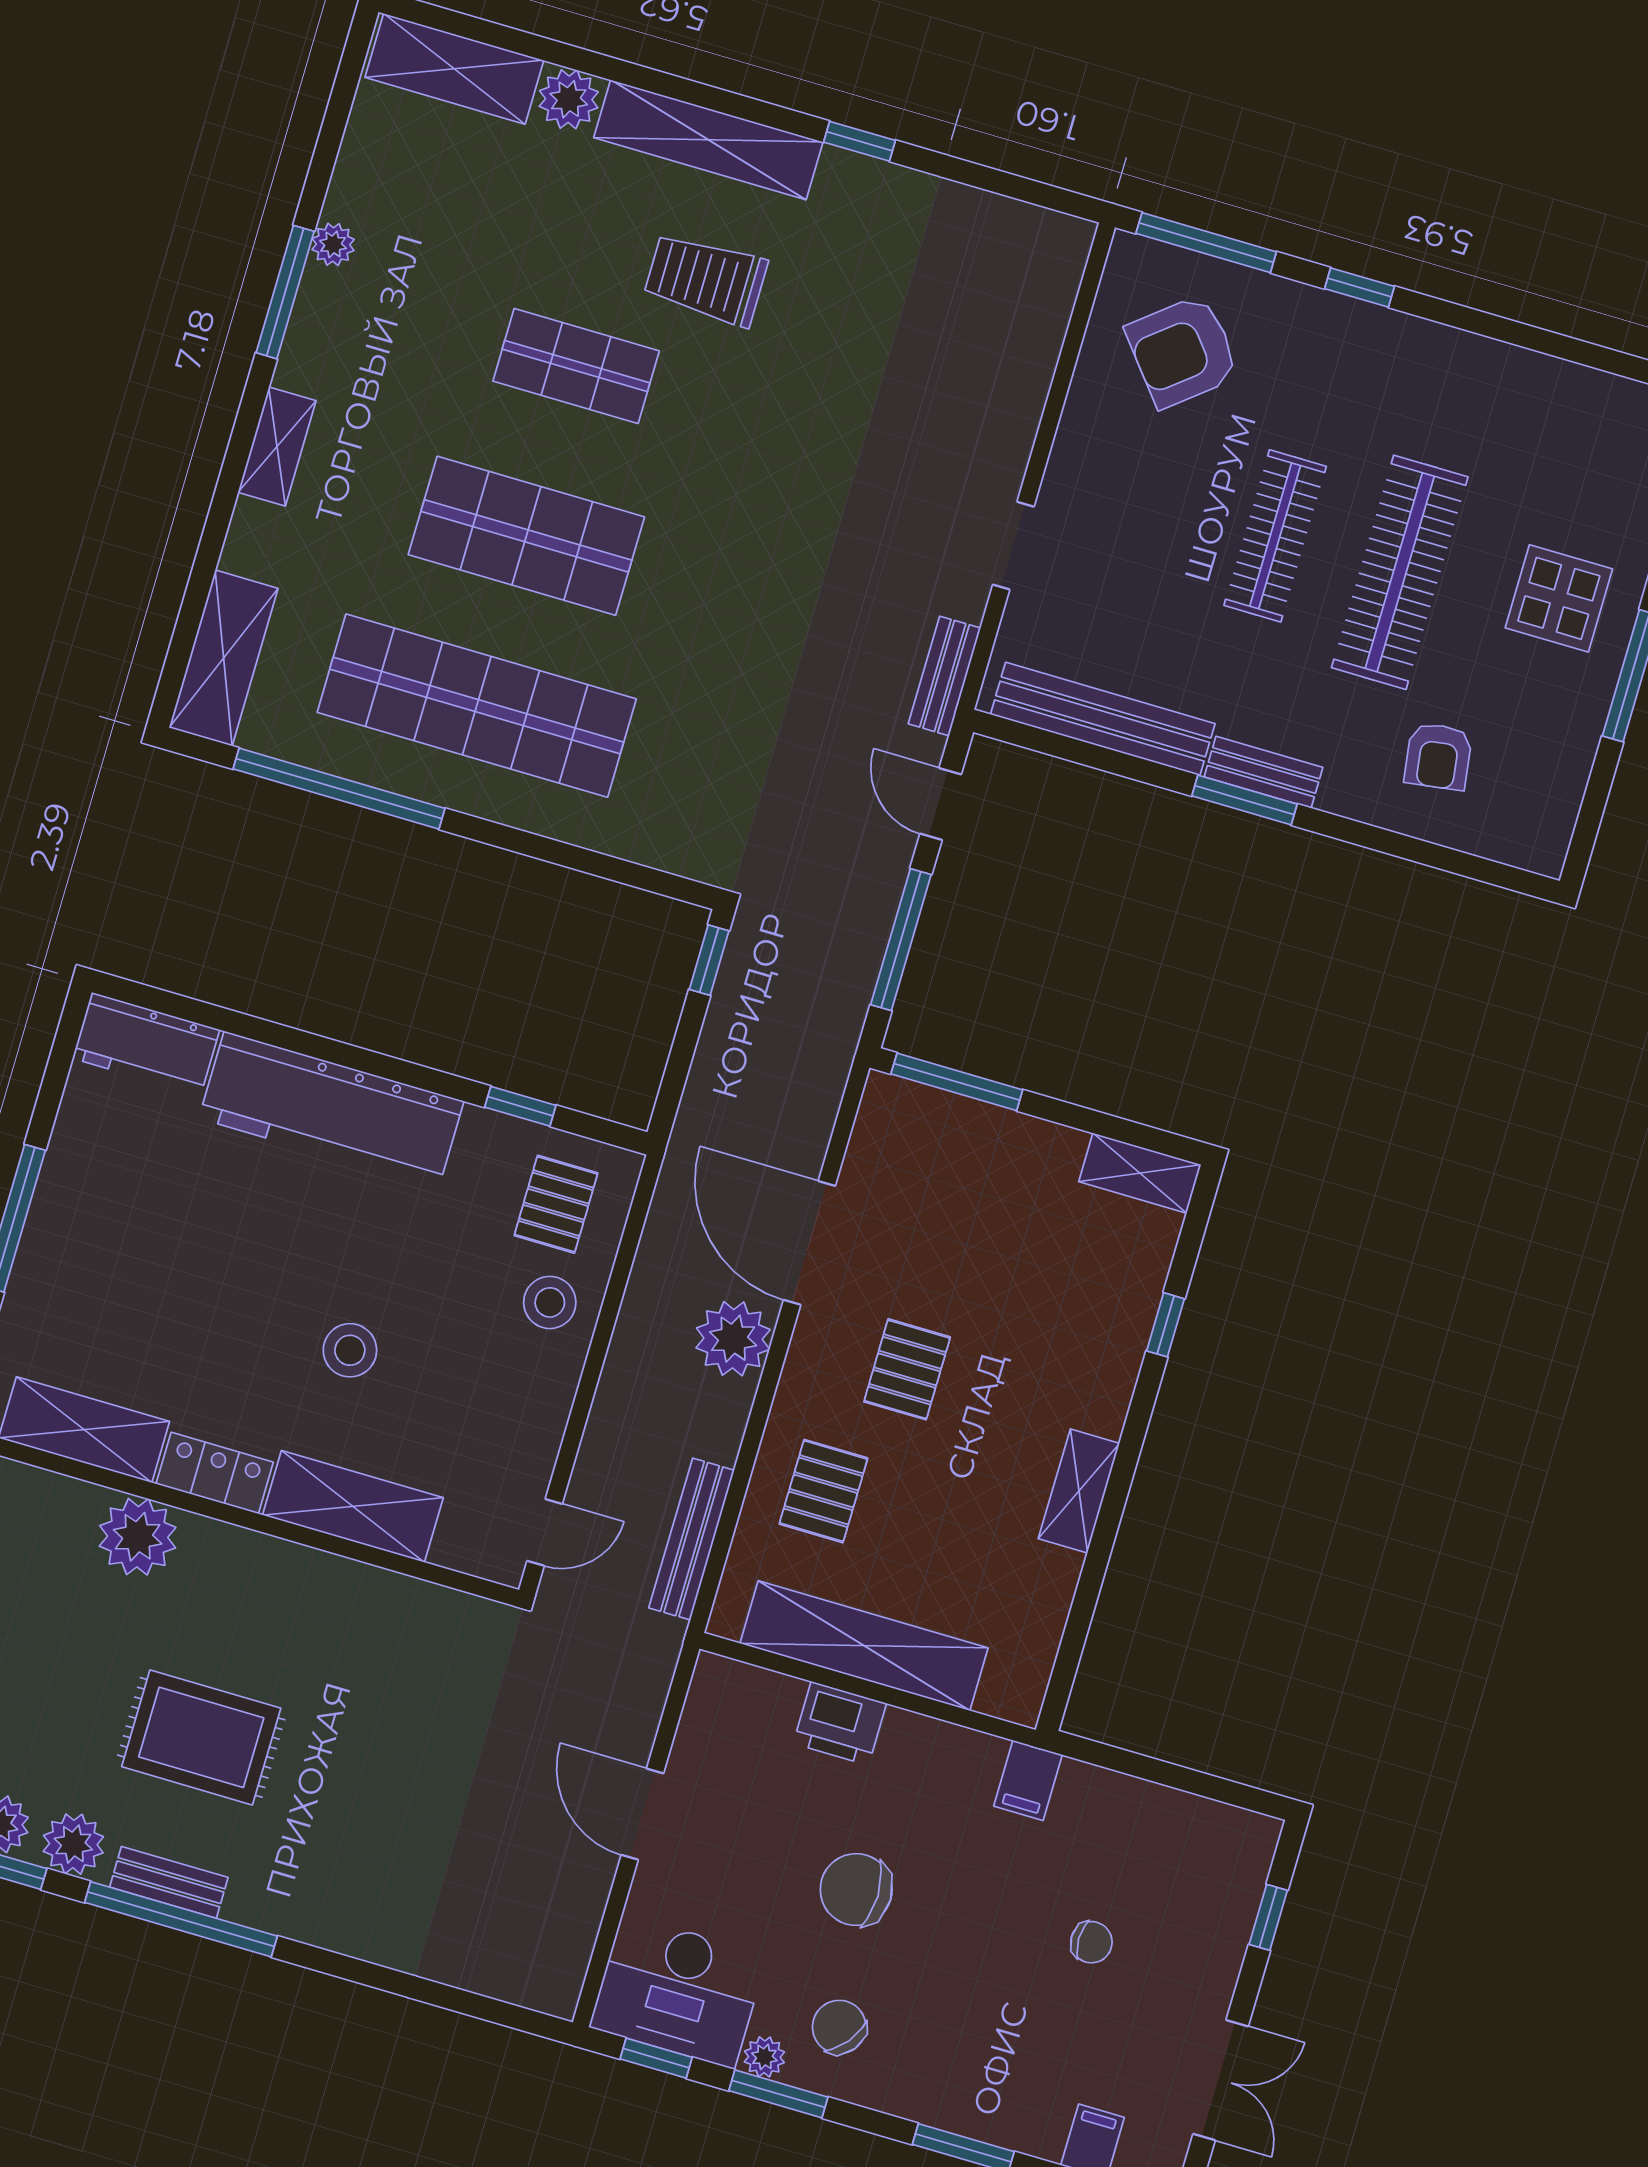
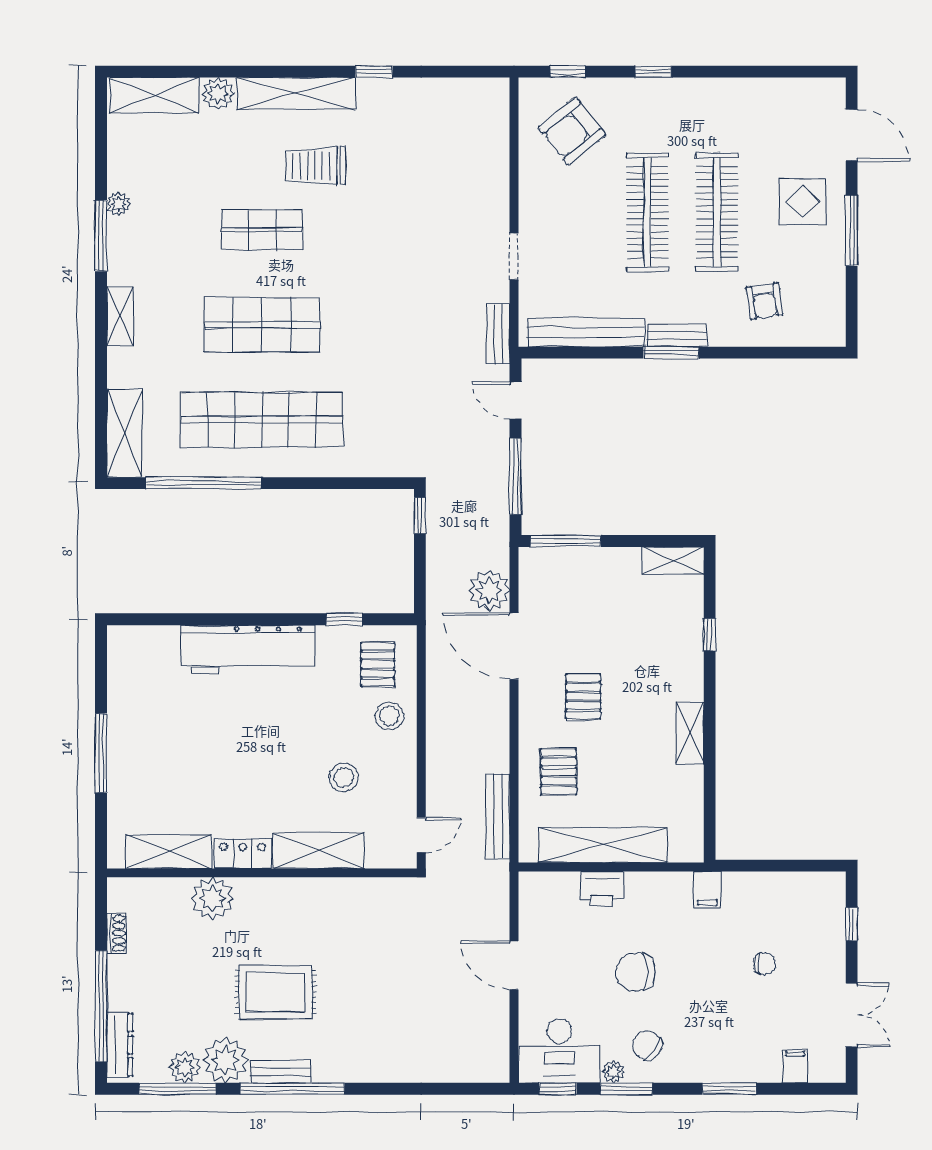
window: (1206, 243) -> (568, 72), width x0.46
clothes rail: (1275, 536) -> (647, 212), width x1.37, depth x1.31
workbench: (146, 1044) -> (143, 644), removed
plant: (733, 1339) -> (489, 591), moved
stool: (350, 1350) -> (344, 777), moved
plant: (73, 1844) -> (226, 1060), width x1.36, depth x1.36

